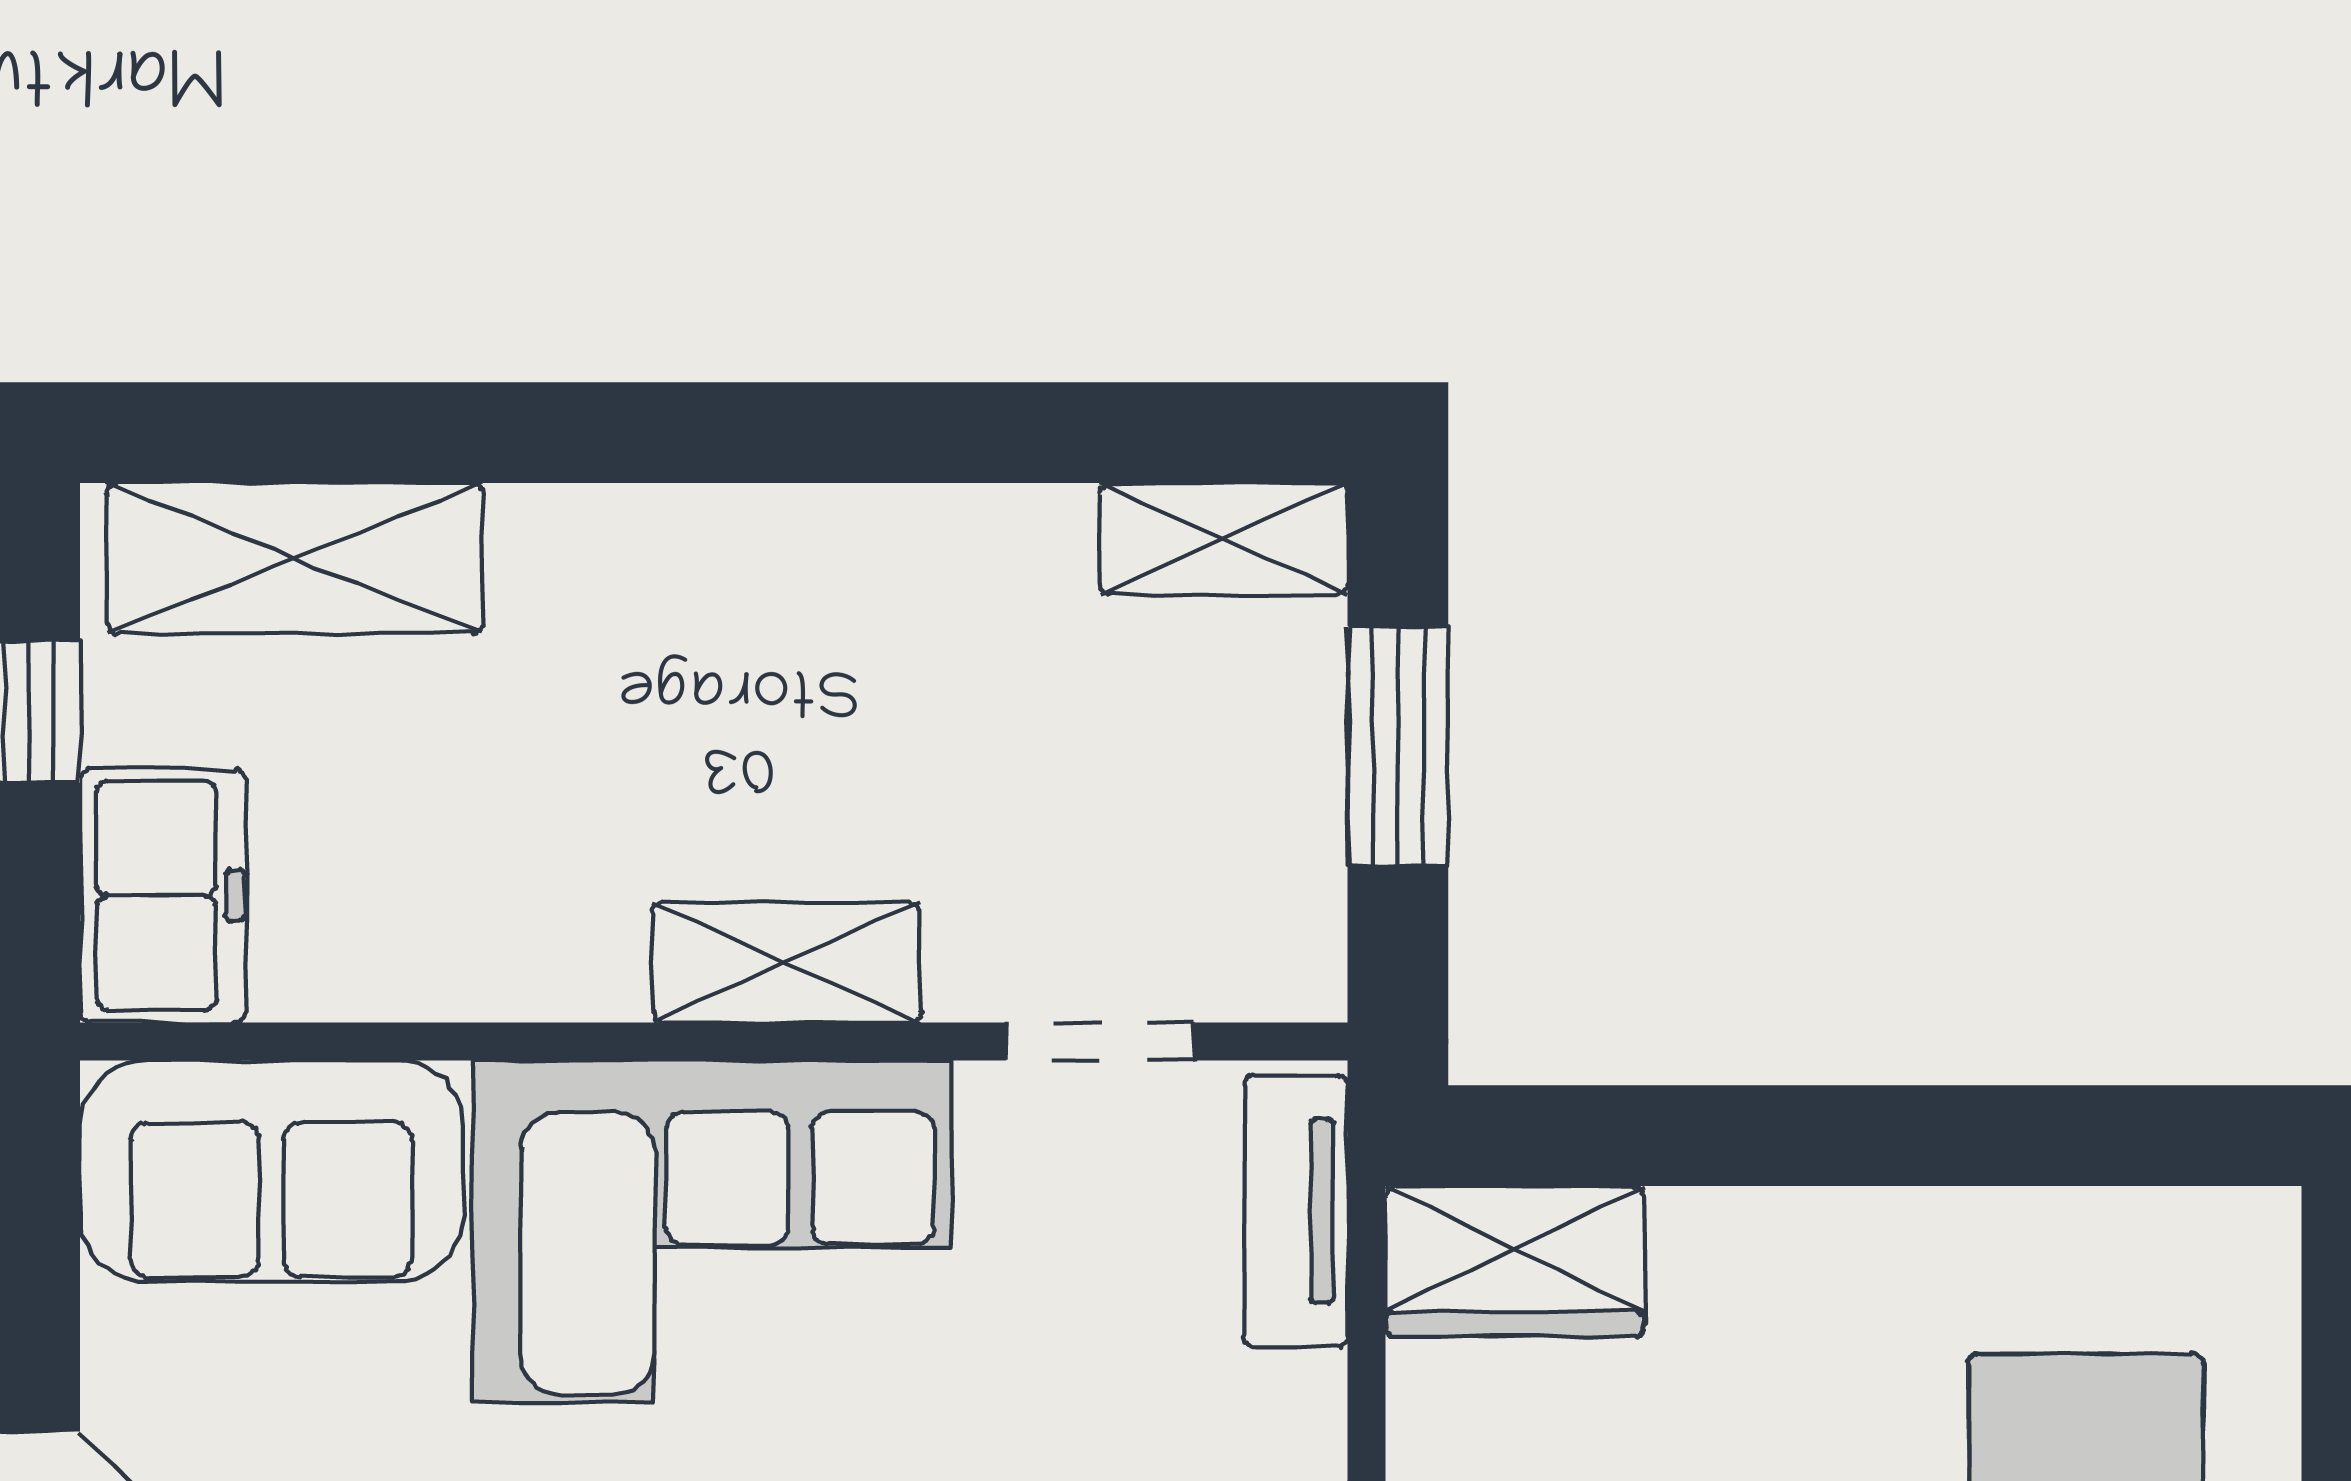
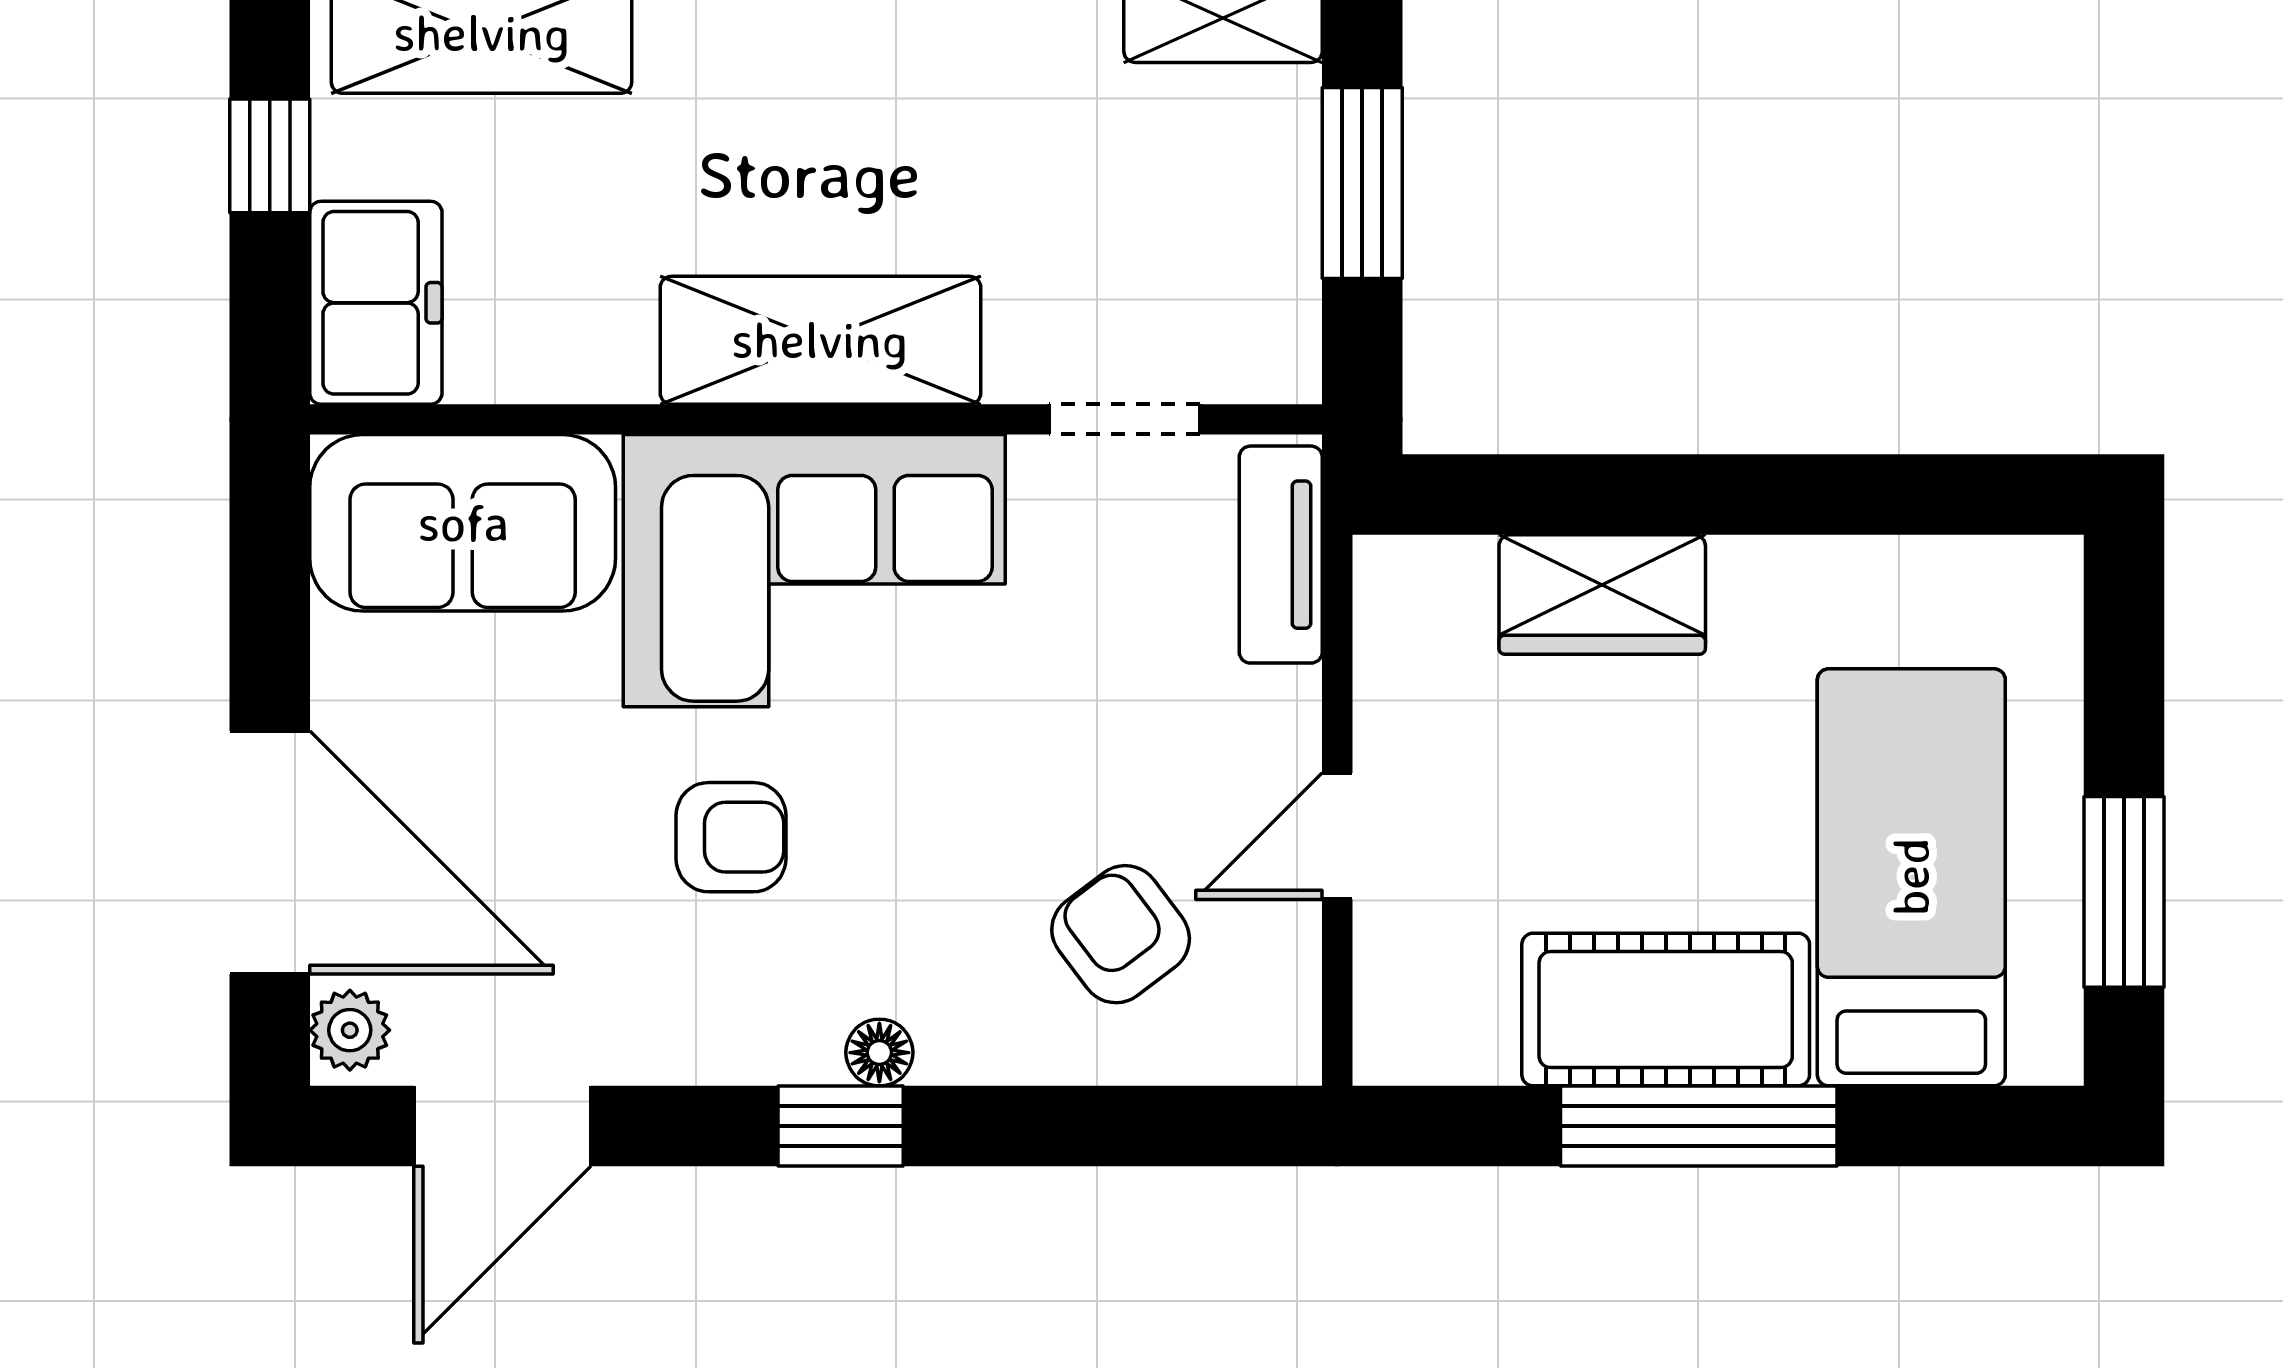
shelving: (786, 962) -> (820, 340), width x1.50, depth x1.33
wardrobe: (1515, 1261) -> (1602, 594), moved

